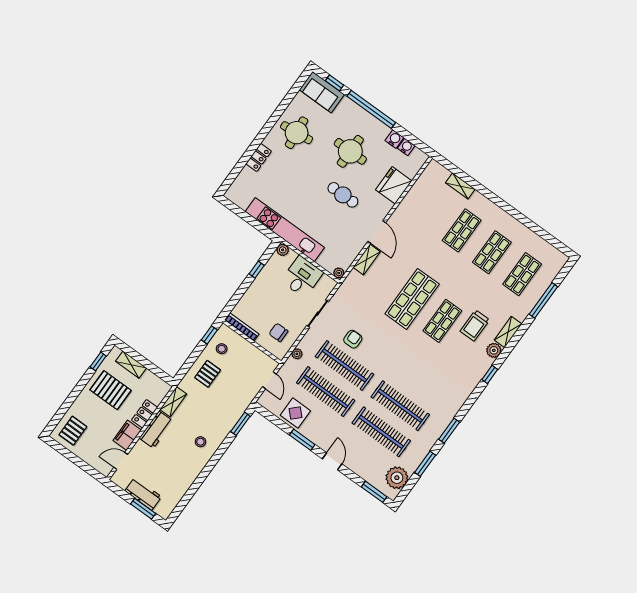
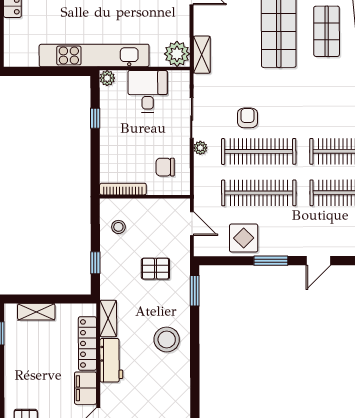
shelving: (367, 260) -> (202, 55), moved
plant: (339, 273) -> (177, 54), width x1.88, depth x1.88
window: (209, 335) -> (95, 263), moved
plant: (297, 354) -> (200, 148), moved
pallet: (208, 374) -> (155, 269), moved, turned 90
pallet: (111, 390) -> (34, 354), removed
locker: (145, 414) -> (87, 343), width x1.53
stool: (200, 442) -> (167, 340), width x1.89, depth x1.89
door: (332, 461) -> (318, 261), swing flipped

